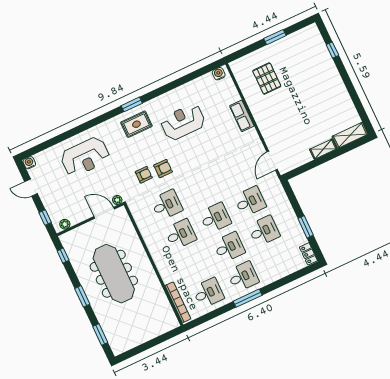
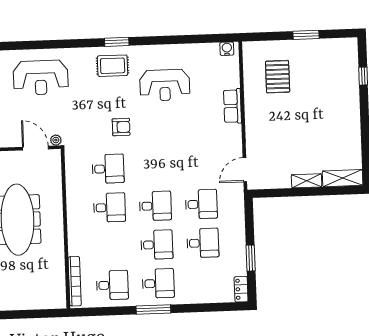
reception desk: (183, 122) -> (165, 85), turned 180
armchair: (144, 175) -> (97, 125), removed

